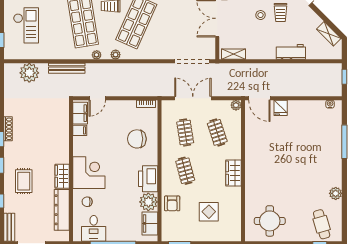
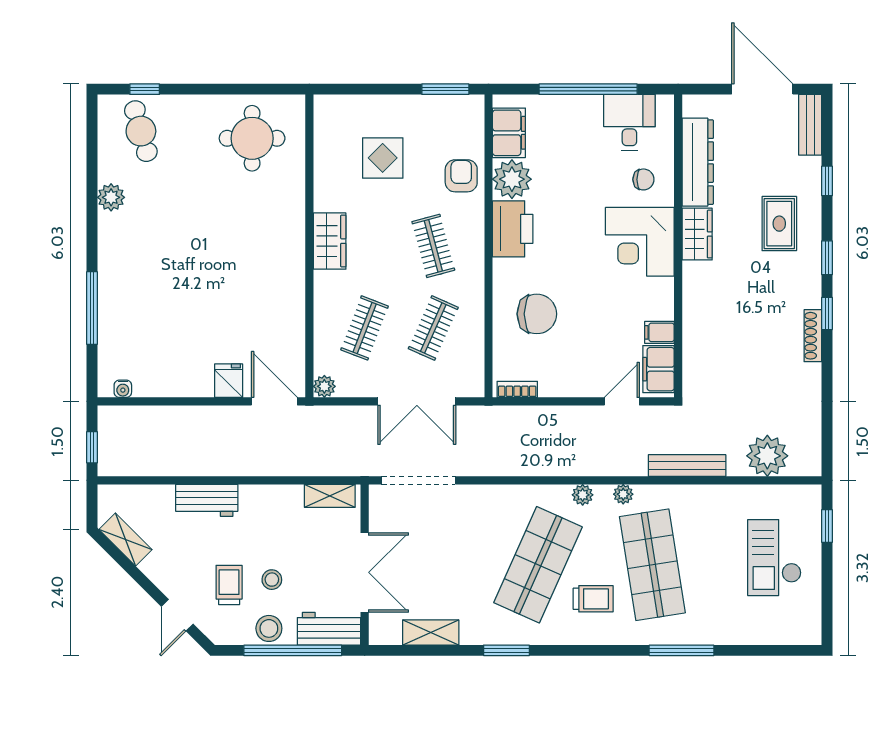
clothes rail: (185, 132) -> (433, 328), turned 33
clothes rail: (217, 132) -> (365, 328), turned 39

